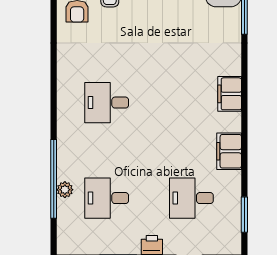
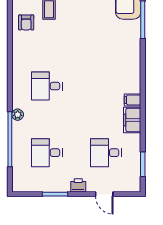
filing cabinet: (230, 94) -> (133, 100), moved, width x0.50
plant: (65, 190) -> (18, 115), moved

